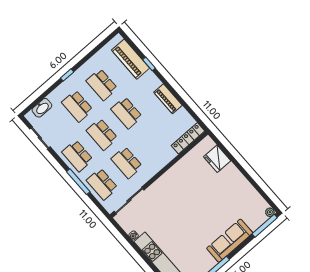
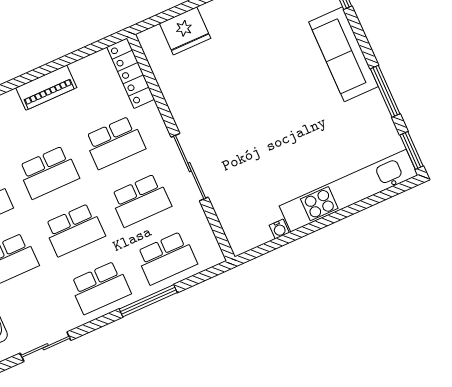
school desk: (151, 141) -> (115, 143), added
sliding door: (129, 201) -> (190, 167), moved

